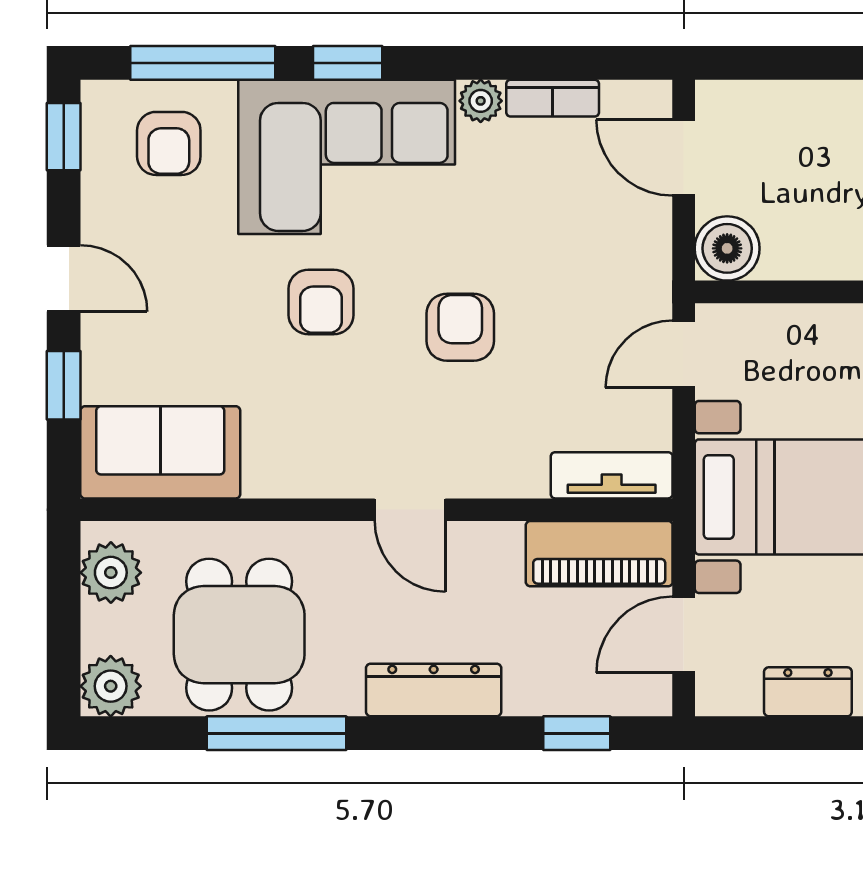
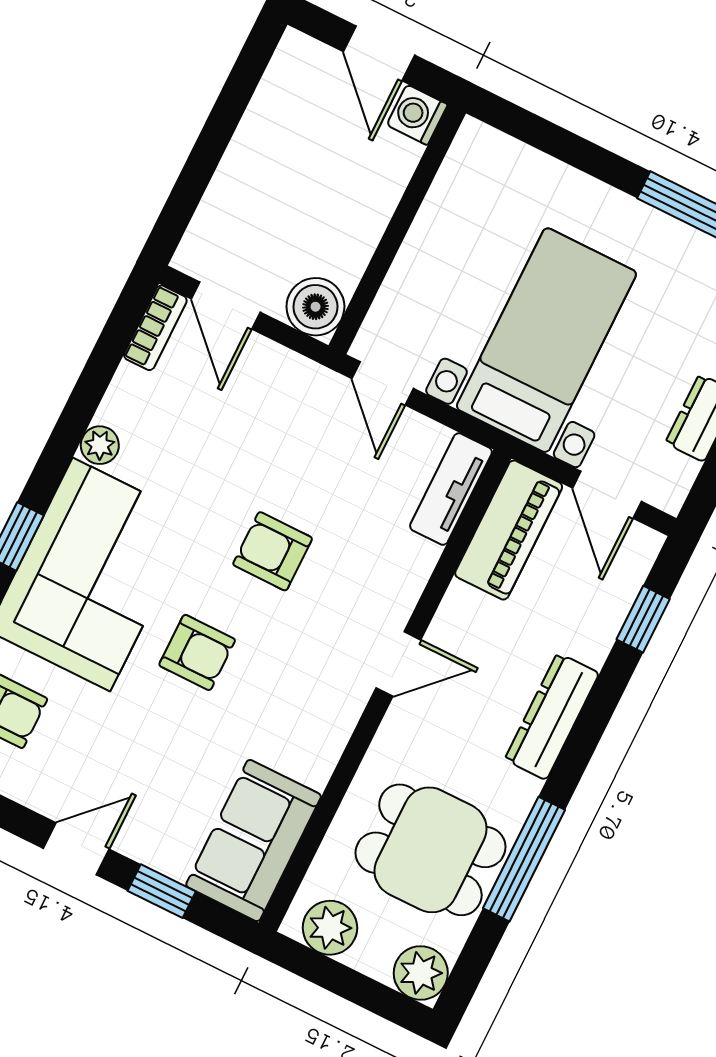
bookcase: (553, 98) -> (155, 328), moved
door: (684, 158) -> (226, 305), hinge flipped

